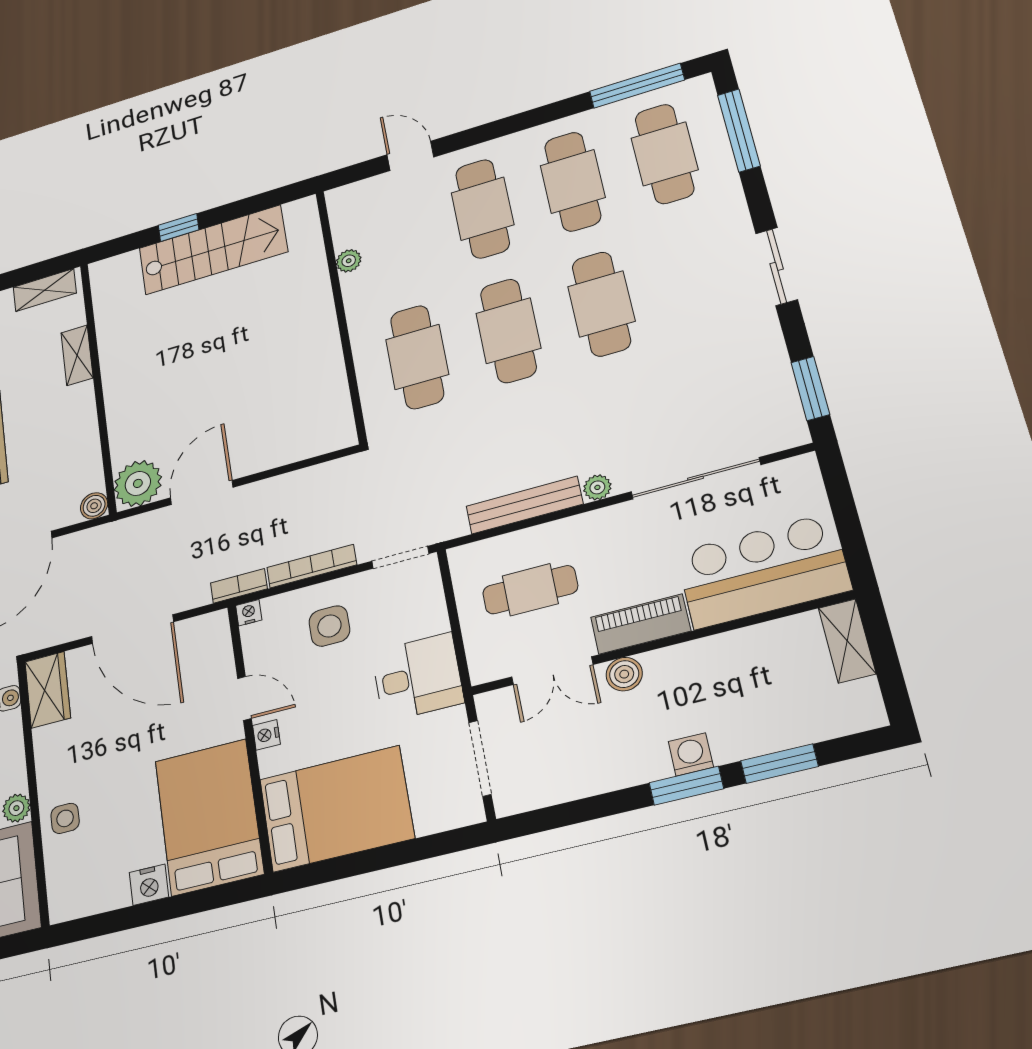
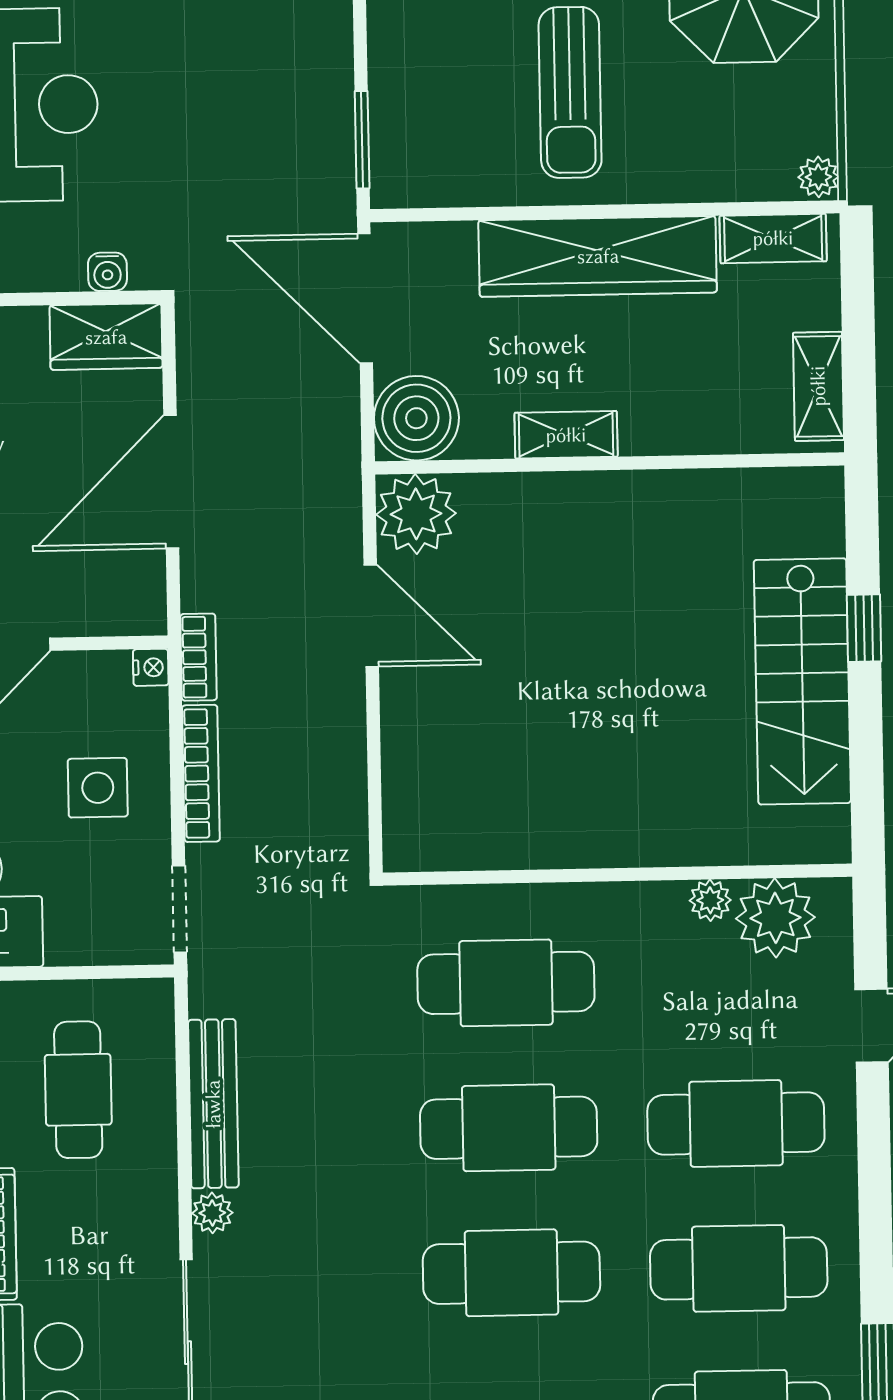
plant: (354, 224) -> (775, 918), added
shelving: (77, 355) -> (566, 435), moved
boiler: (94, 506) -> (416, 418), width x1.86, depth x1.86

